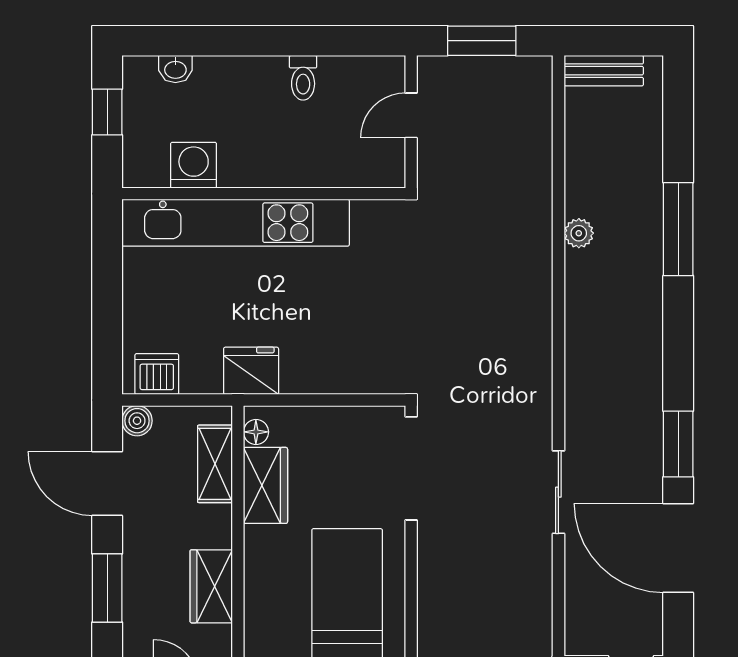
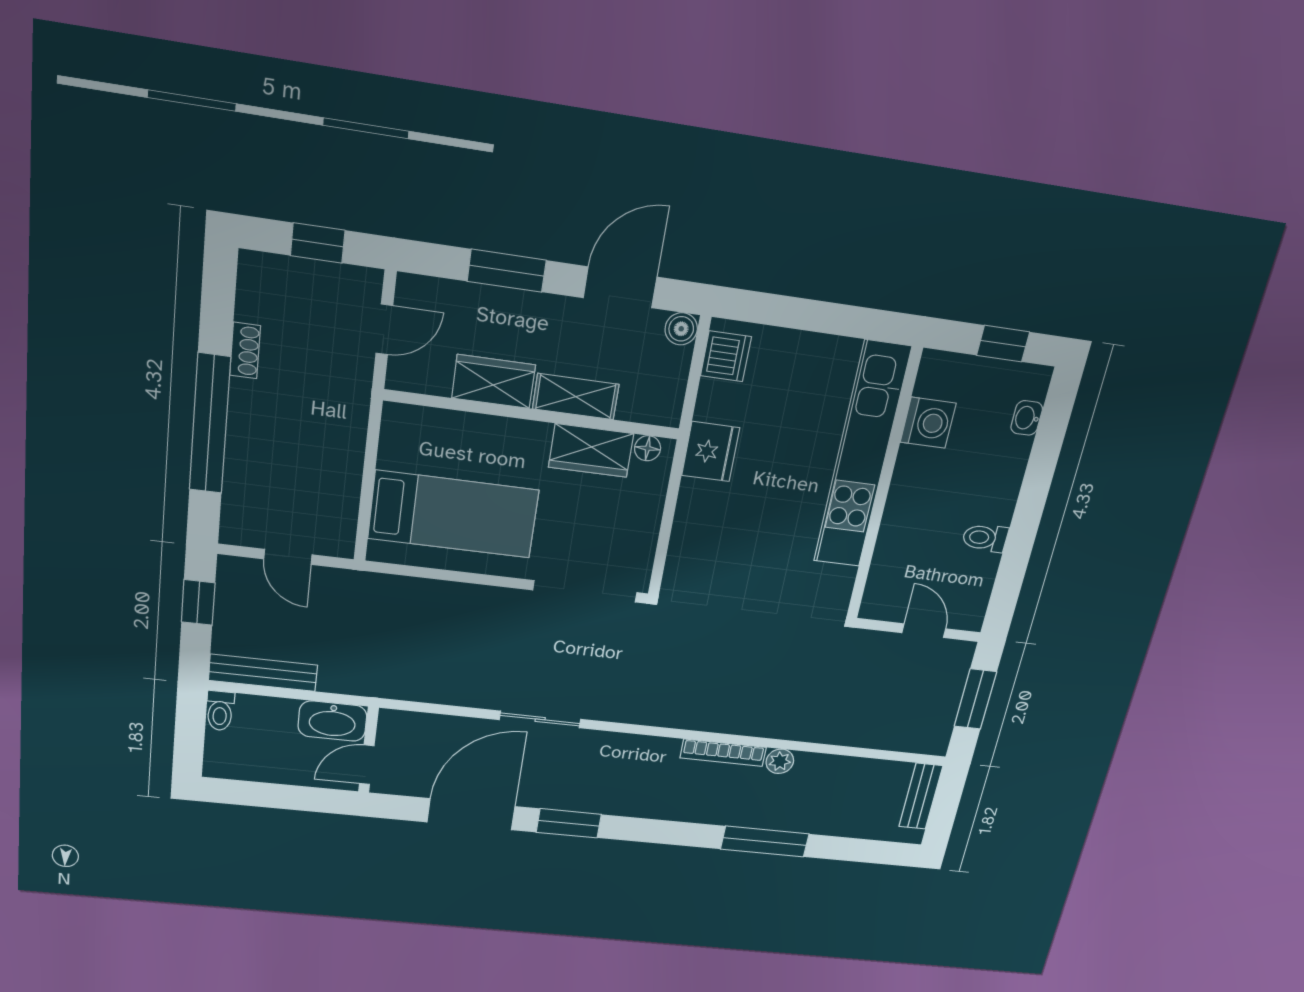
bookcase: (575, 295) -> (723, 753), added
shelving: (215, 464) -> (576, 397), moved

